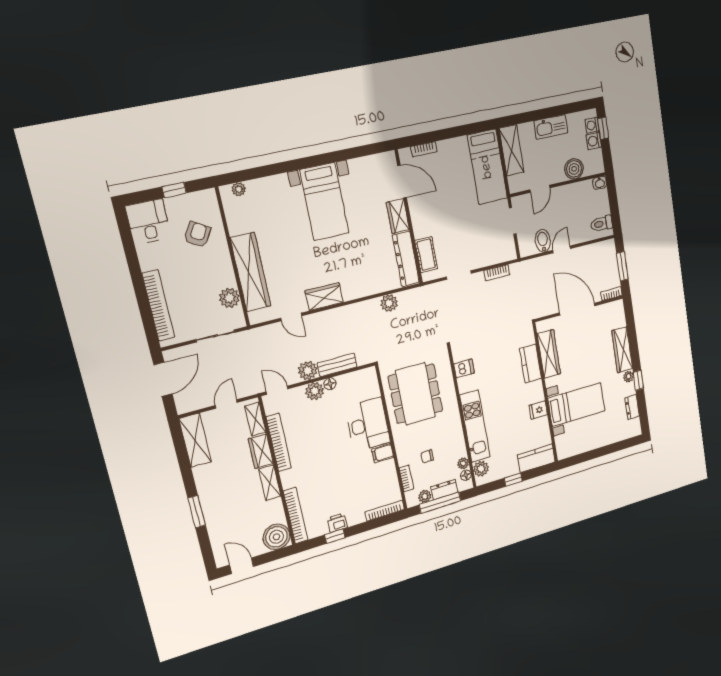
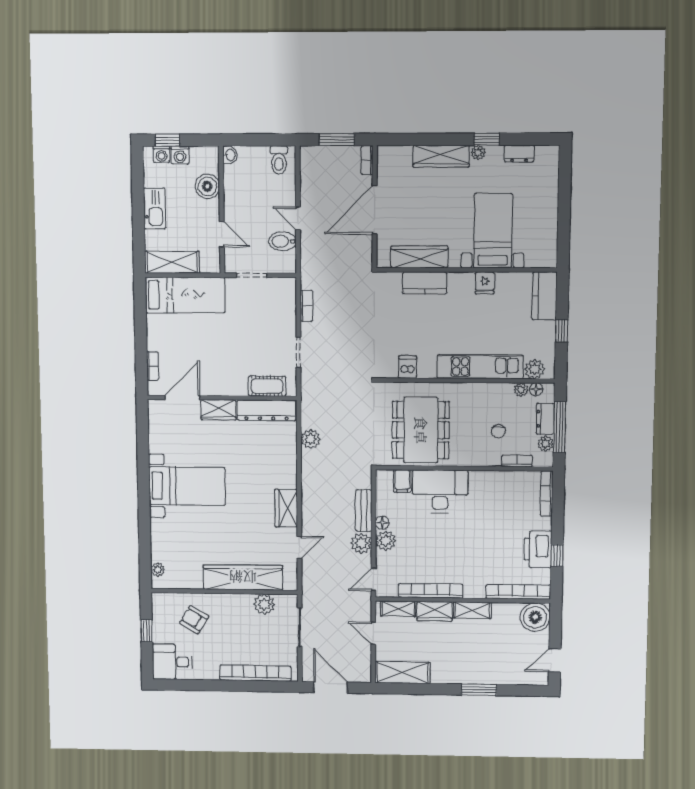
dining table: (415, 394) -> (421, 430), turned 90
filing cabinet: (383, 453) -> (402, 481), moved
printer: (337, 523) -> (538, 549), width x1.87, depth x1.48

